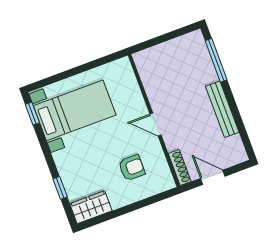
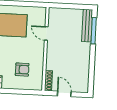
bench: (222, 109) -> (87, 26), moved
door: (155, 125) -> (46, 33), moved

